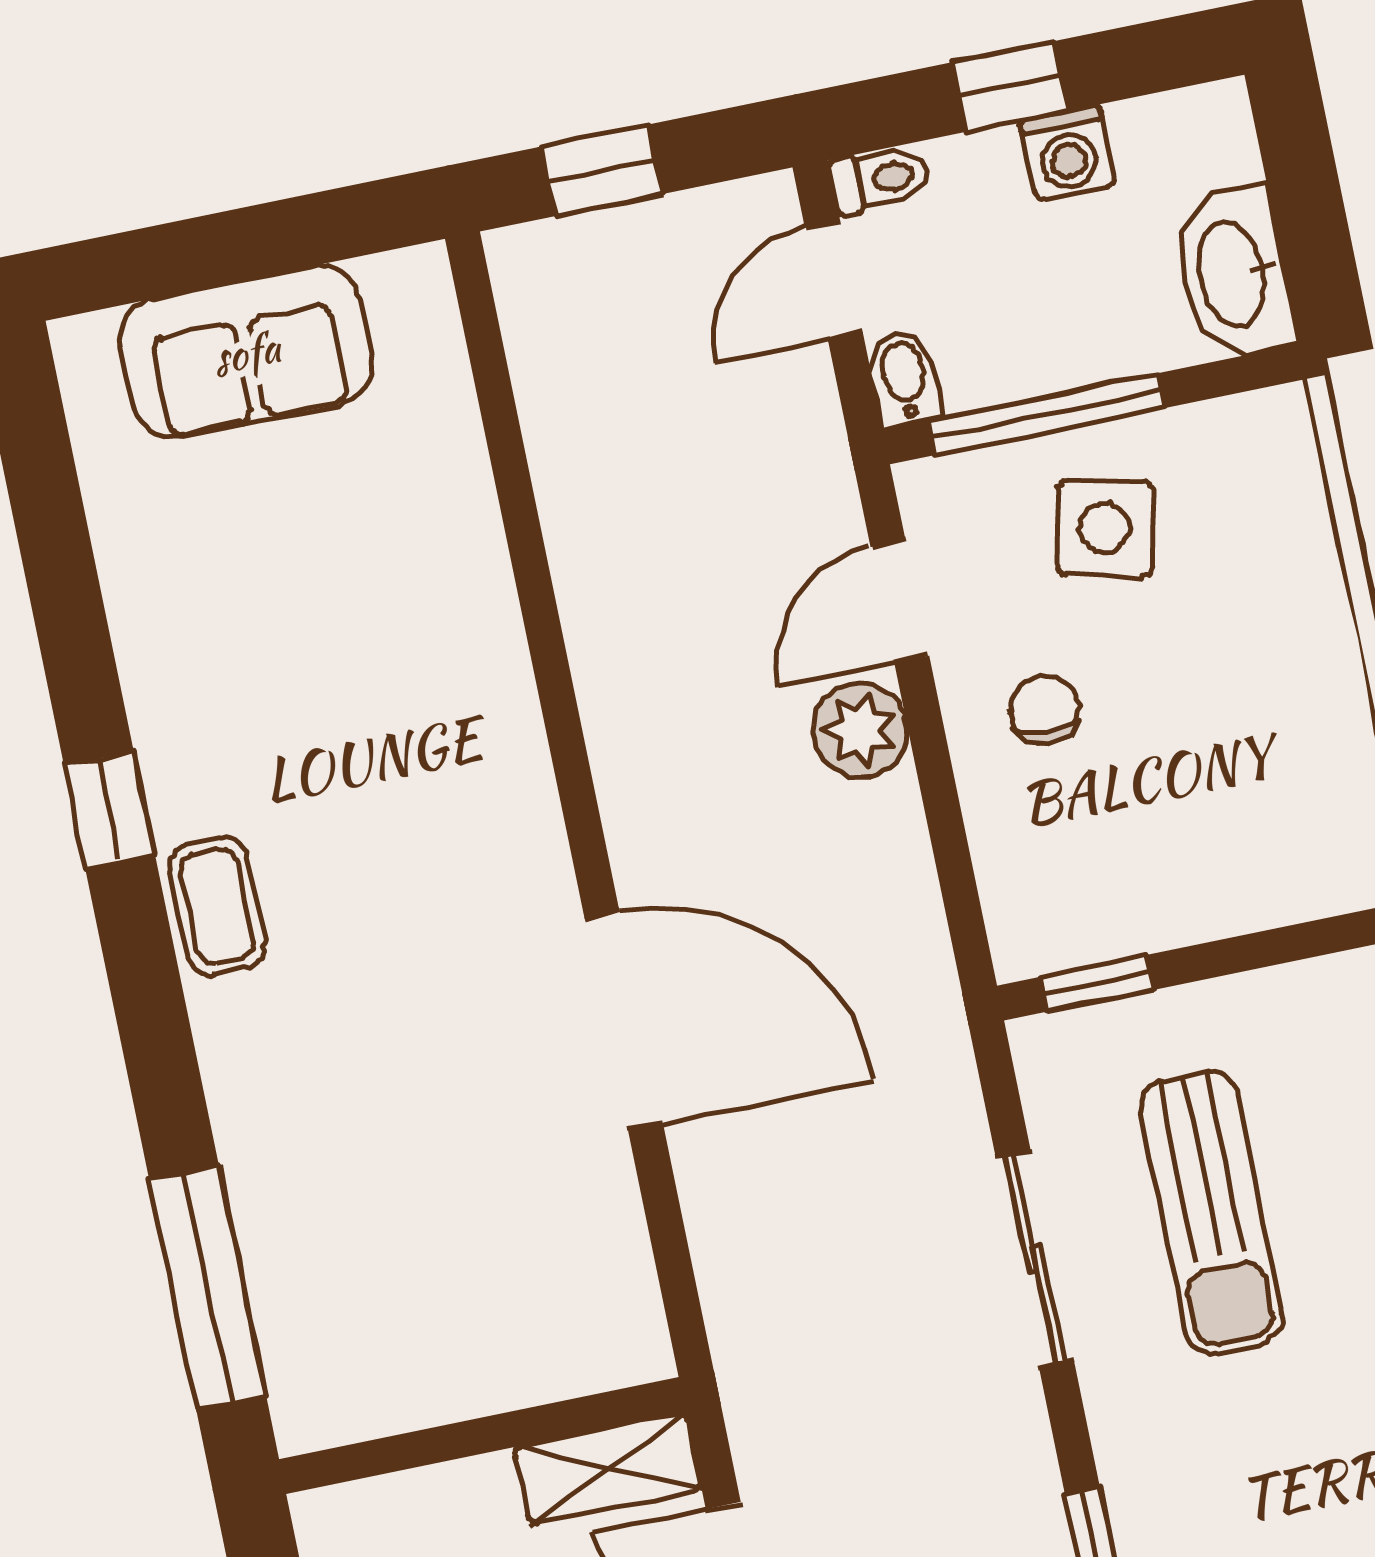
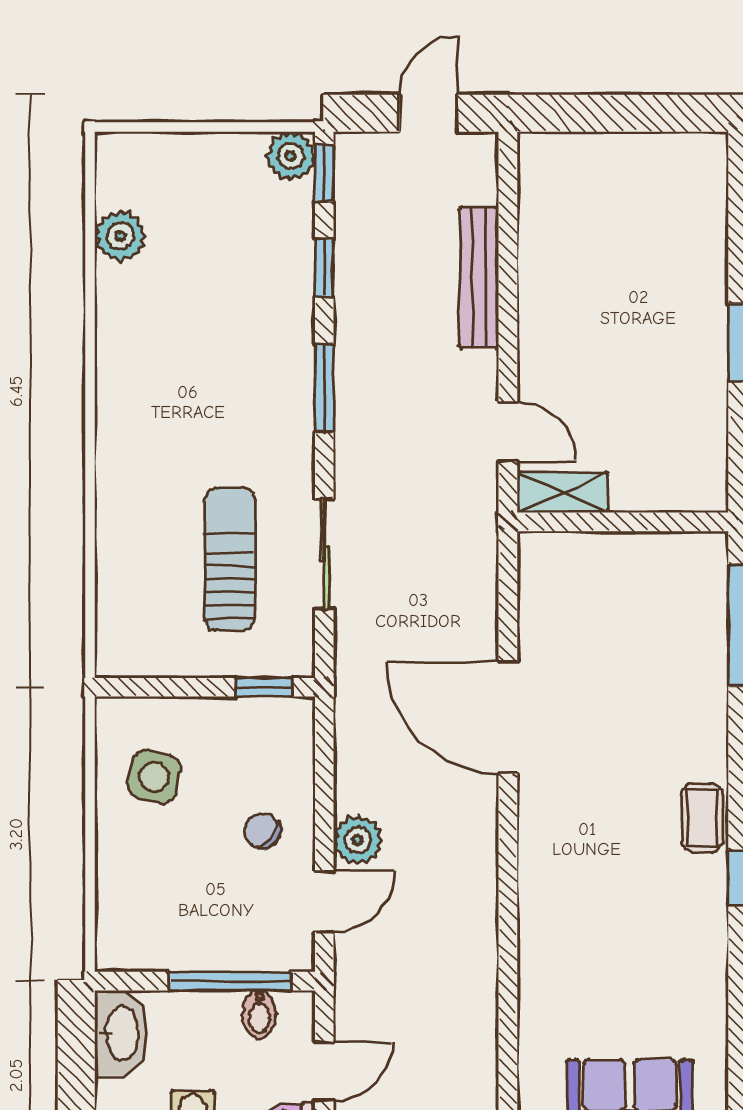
bidet: (904, 378) -> (259, 1014), moved
side table: (1105, 528) -> (154, 777), moved
chair: (1045, 710) -> (262, 831), turned 121

